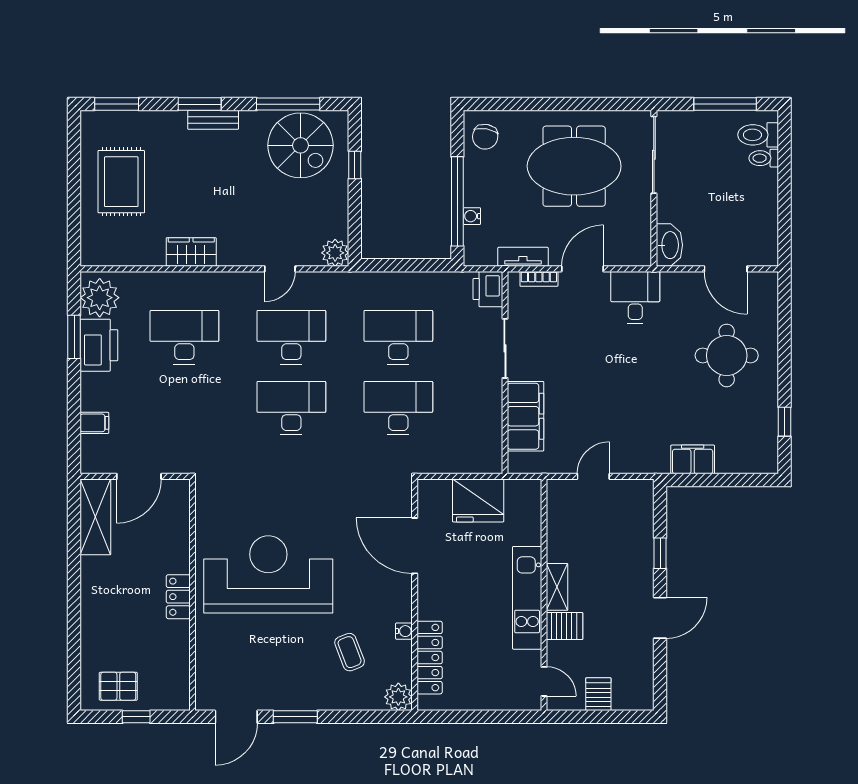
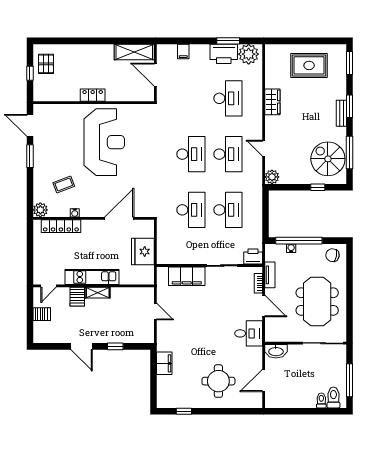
spiral stairs: (300, 145) -> (328, 159), turned 90

